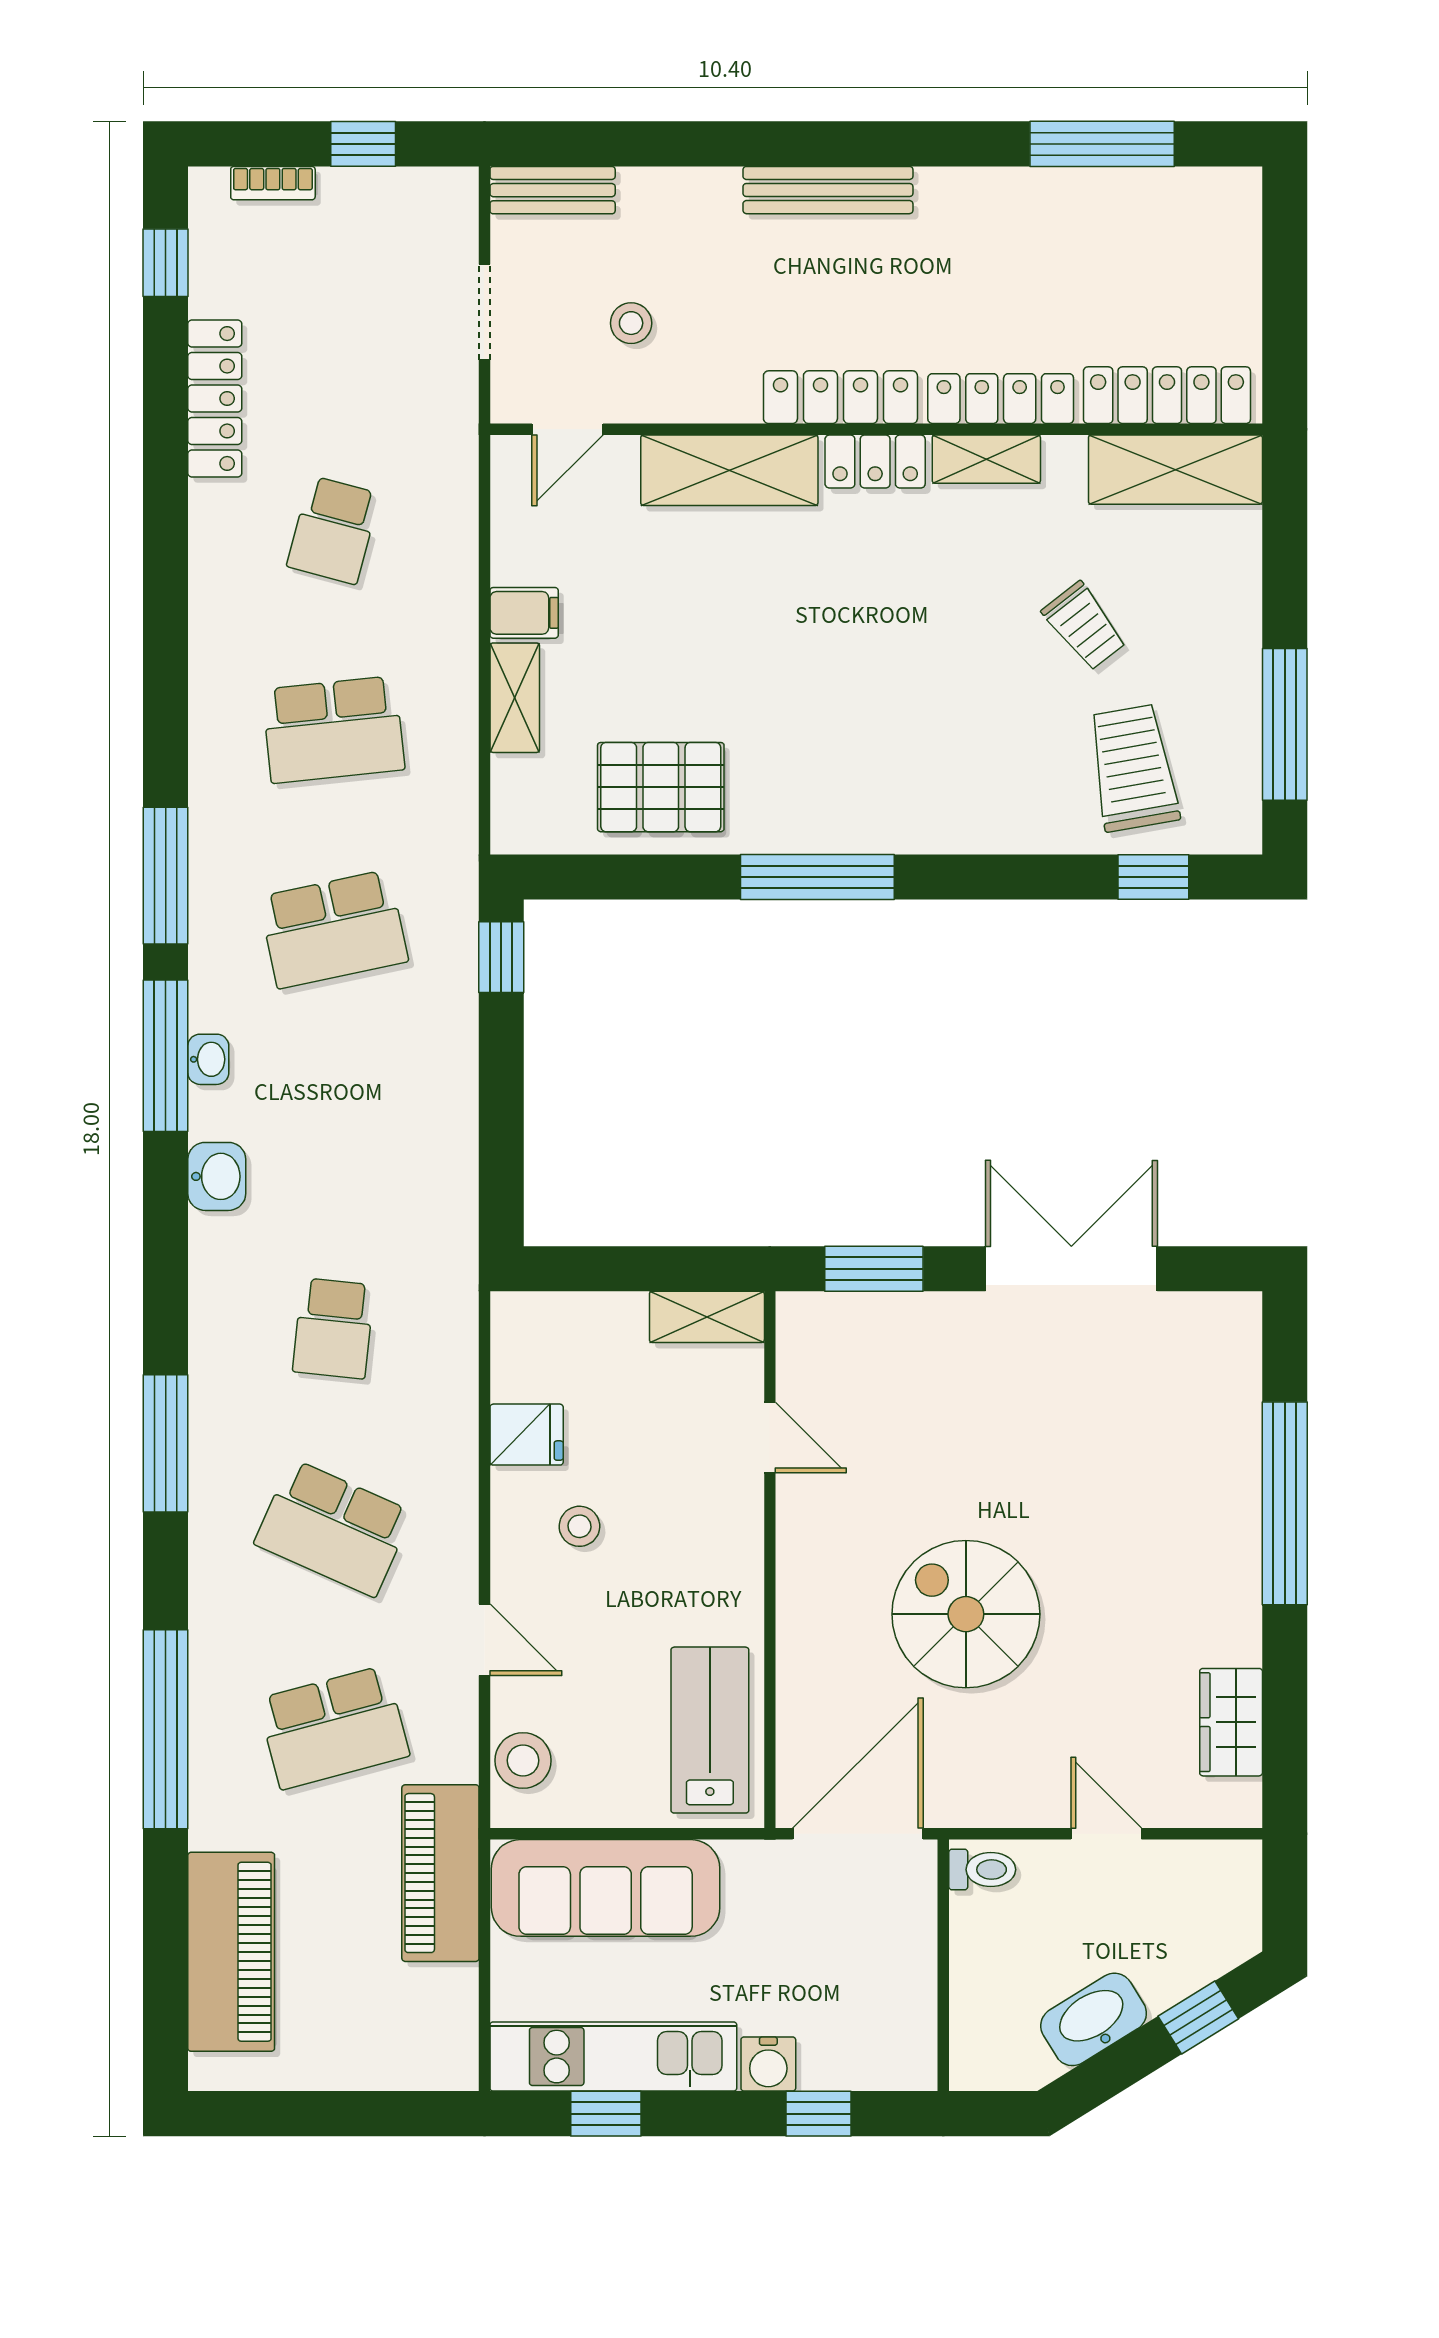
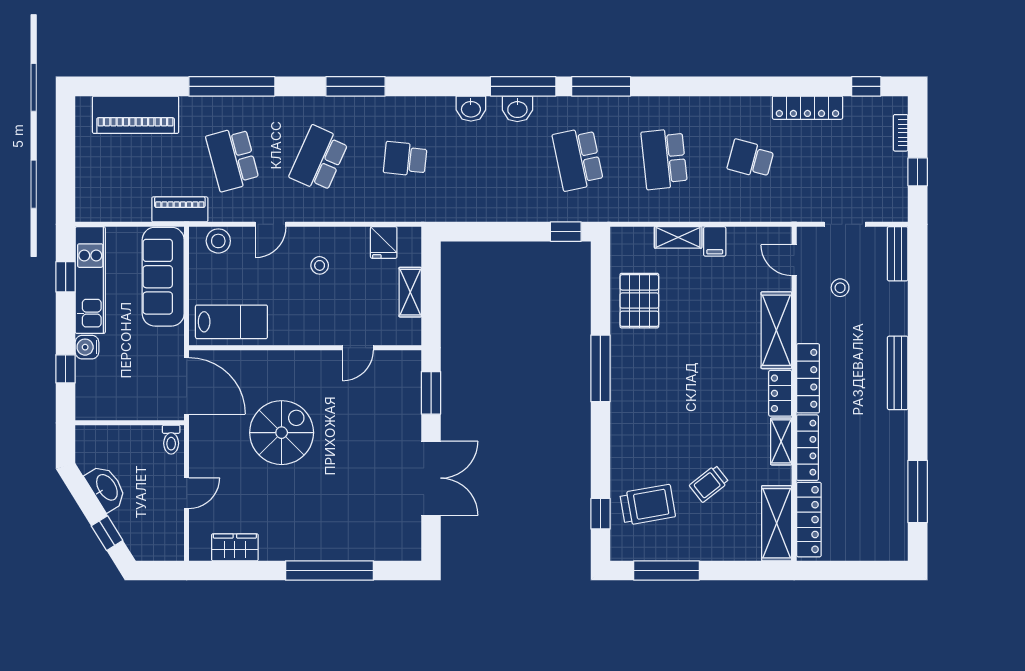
washbasin: (208, 1059) -> (517, 109), width x1.38, depth x1.45
shelving: (707, 1317) -> (410, 292), moved
fridge: (527, 1435) -> (384, 243), moved
piano: (440, 1873) -> (180, 209), width x0.73, depth x0.75

